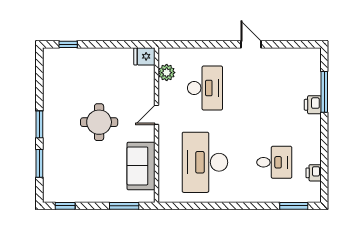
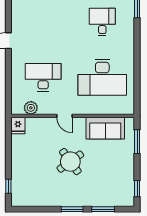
round table: (99, 122) -> (70, 162), turned -36

